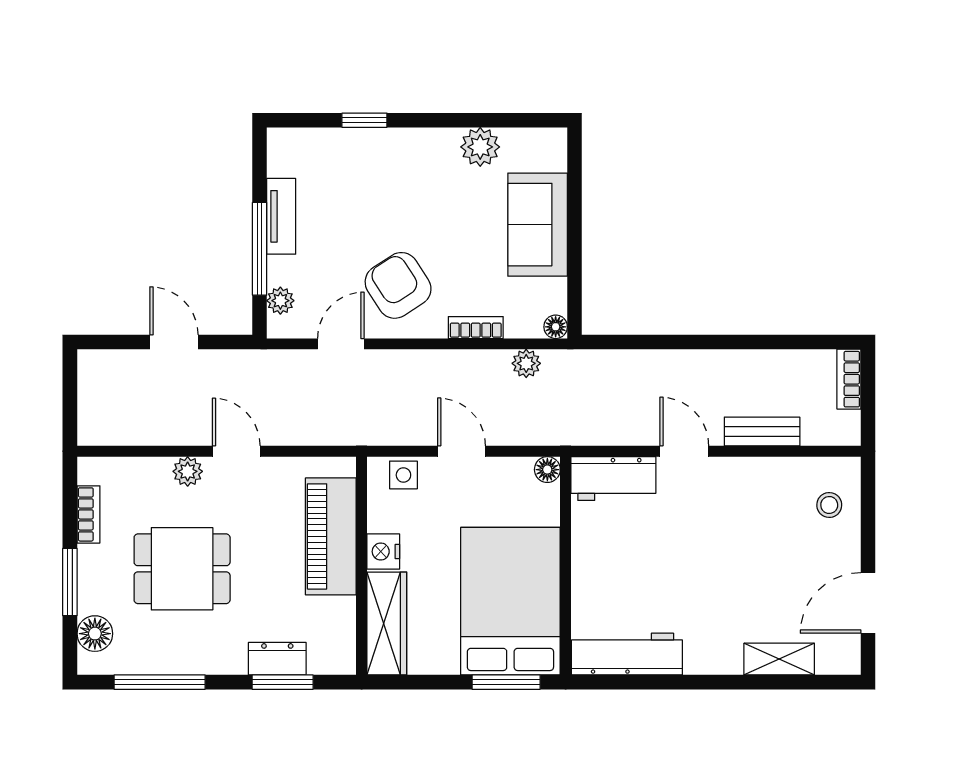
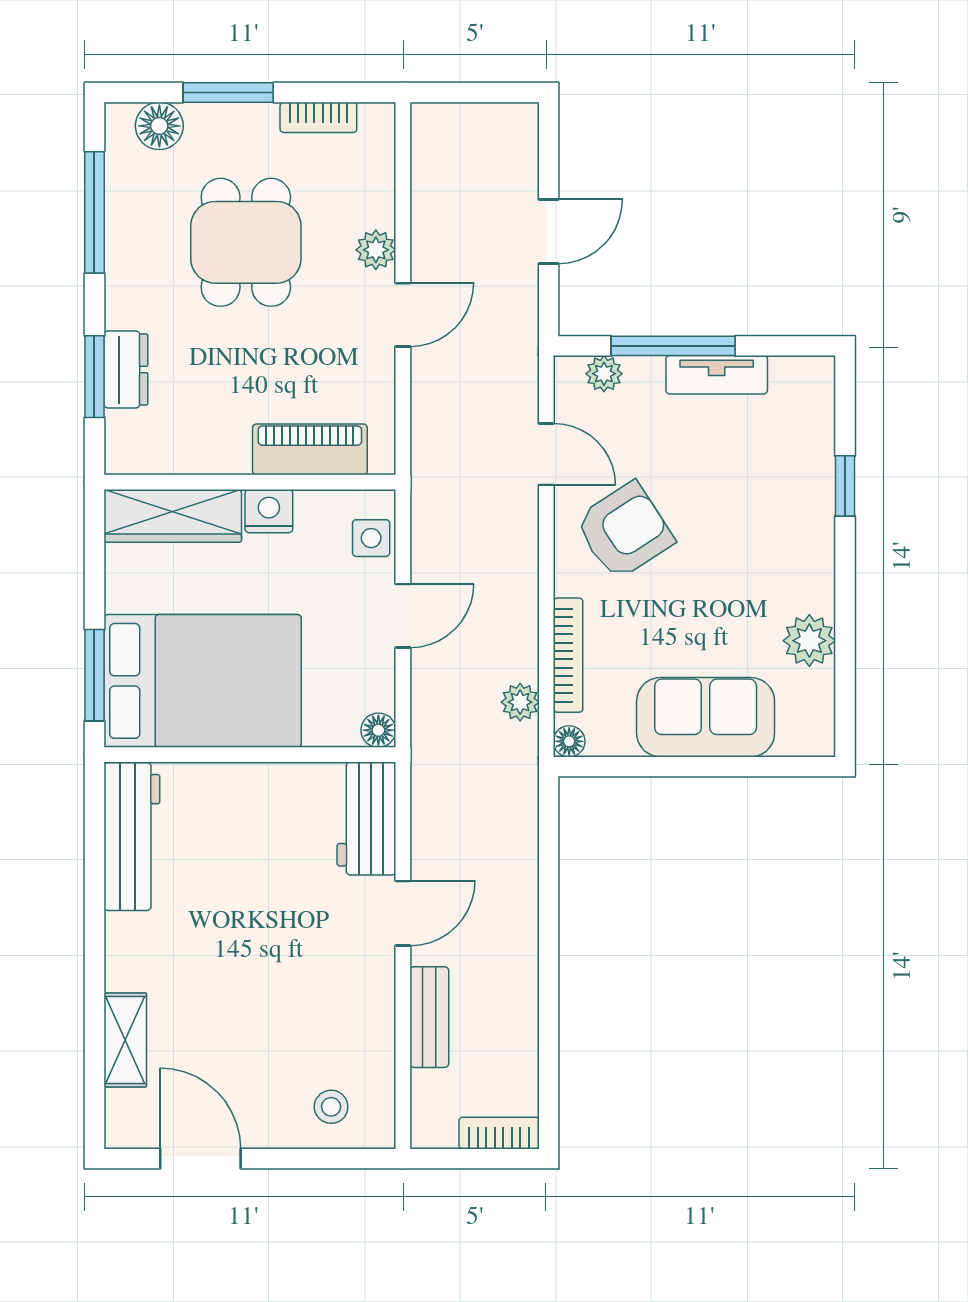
bookcase: (476, 328) -> (568, 655), width x1.56
piano: (331, 536) -> (310, 449), width x0.73, depth x0.75

